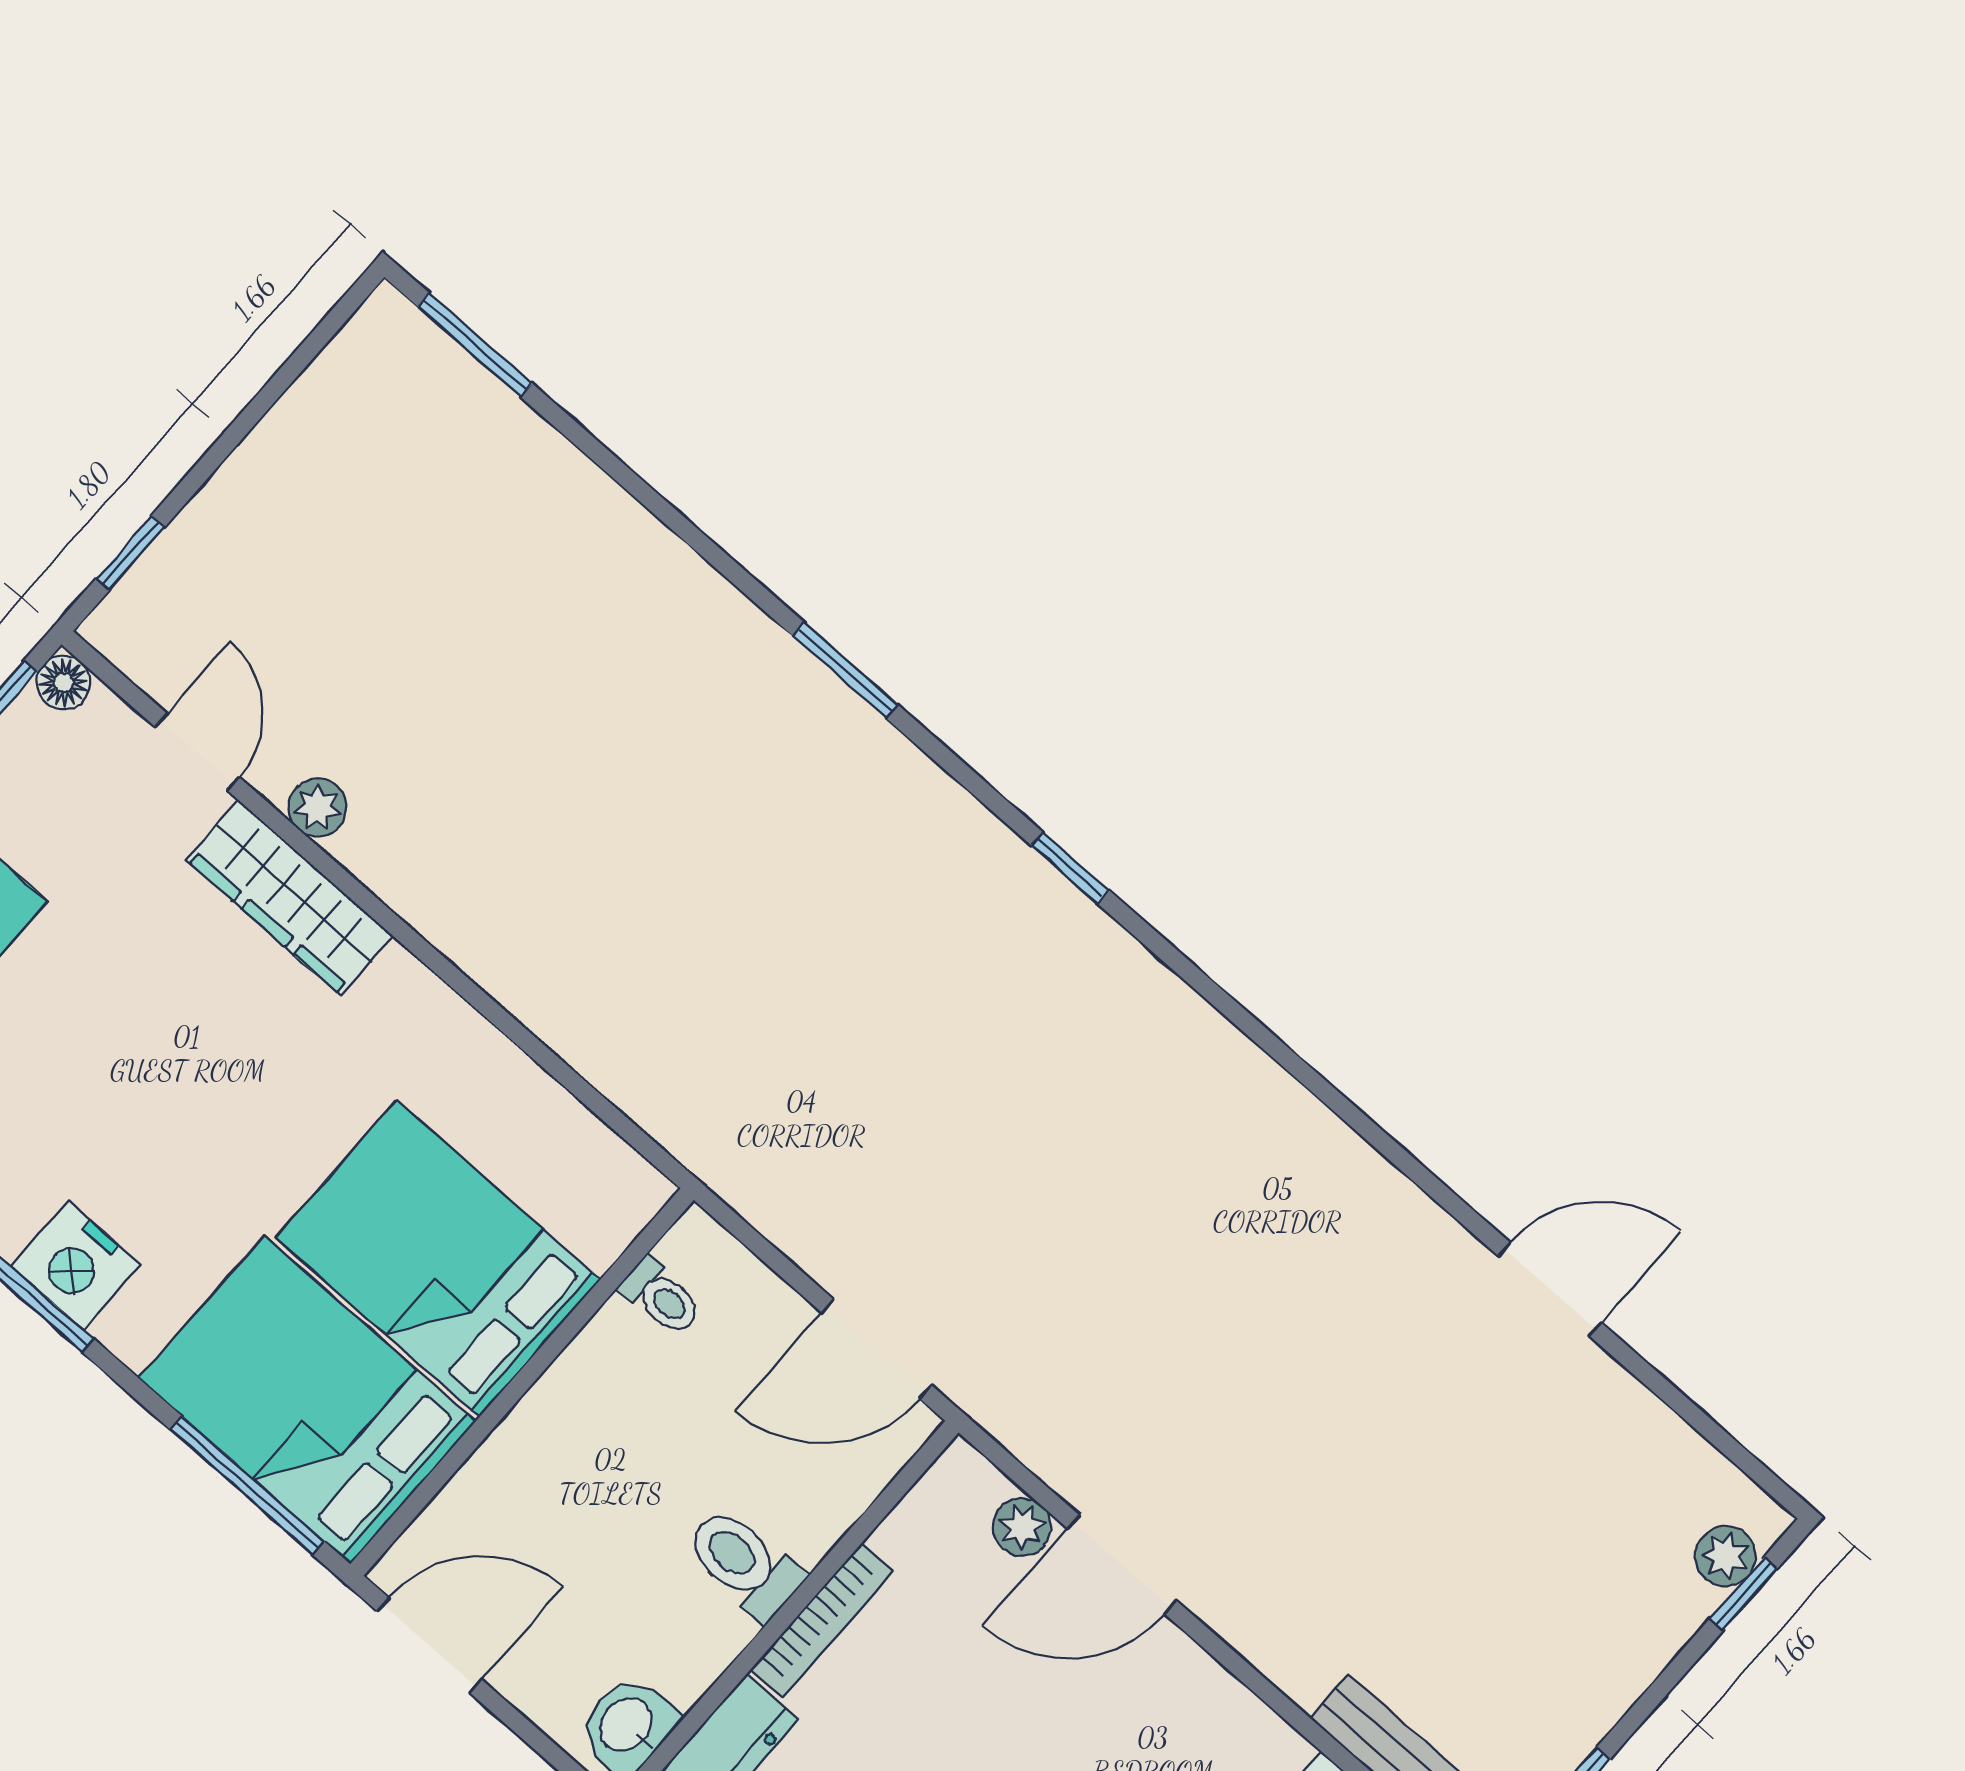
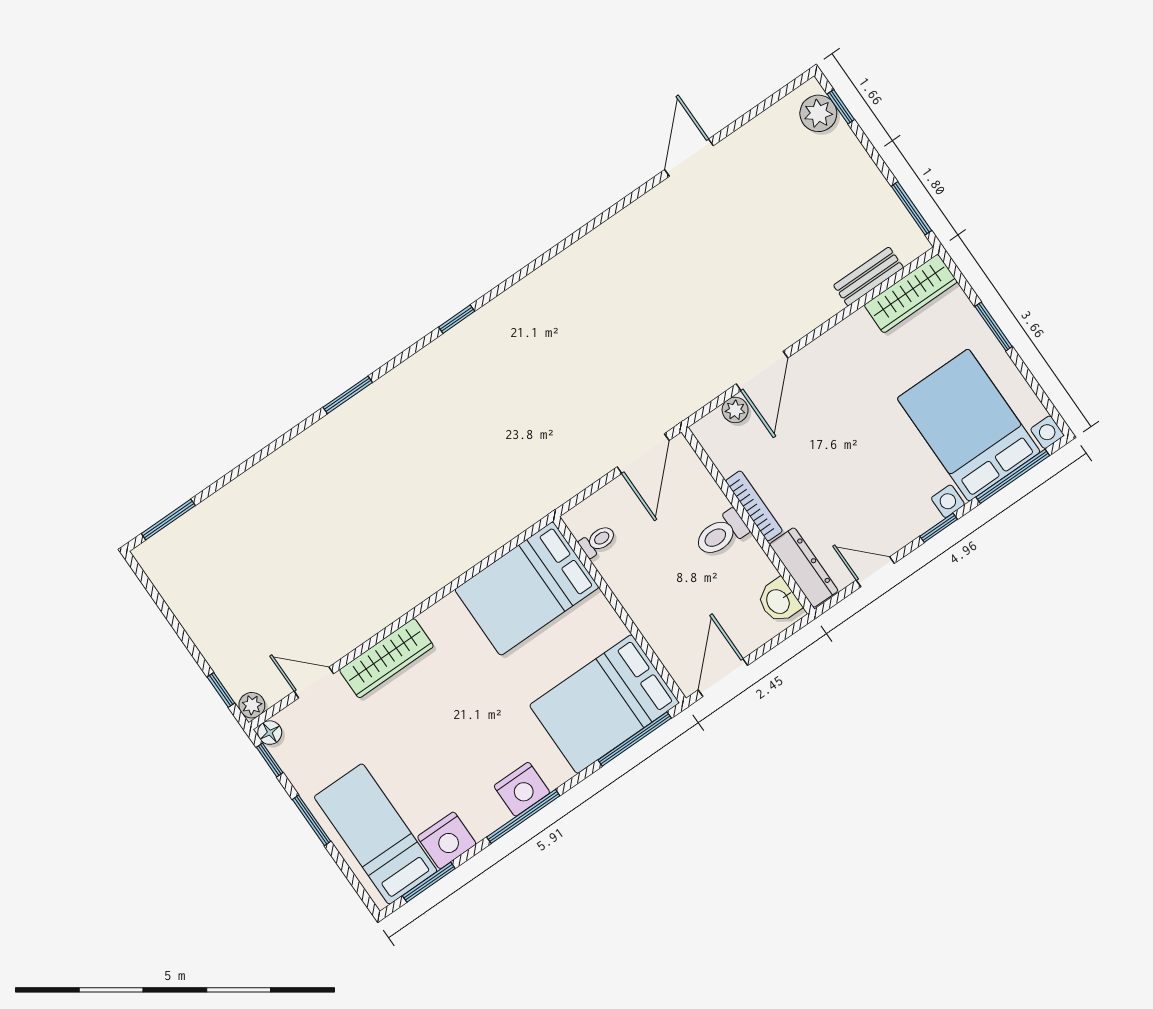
plant: (318, 808) -> (252, 705), moved
bed: (438, 1259) -> (527, 589), moved
plant: (1725, 1556) -> (818, 113), width x1.38, depth x1.38

